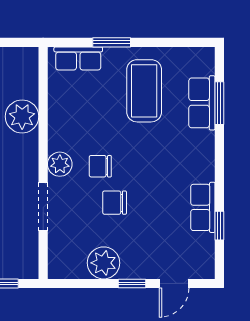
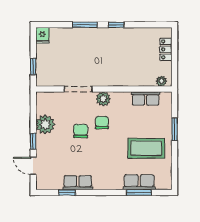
row of seats: (78, 58) -> (146, 98), moved, turned -90
plant: (22, 116) -> (161, 81), moved, width x0.53, depth x0.53

